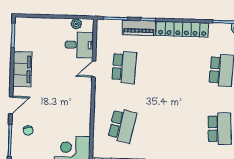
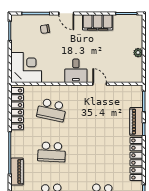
plant: (76, 24) -> (138, 53), moved
desk: (79, 45) -> (76, 71), moved
school desk: (124, 67) -> (52, 152), moved

